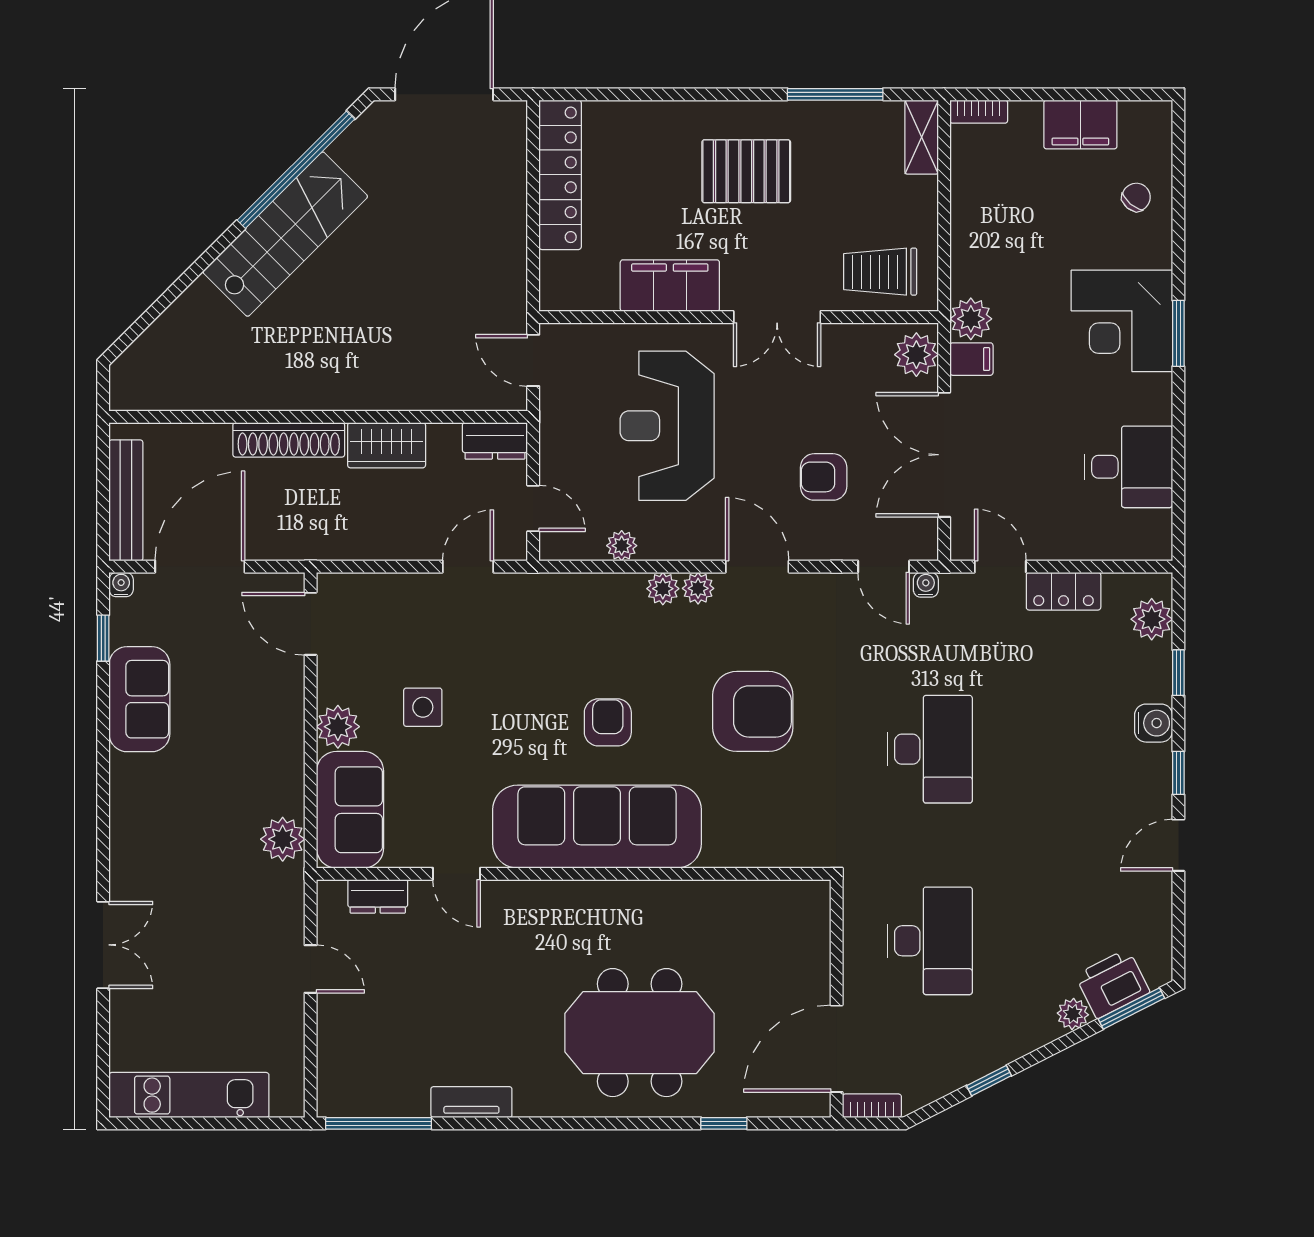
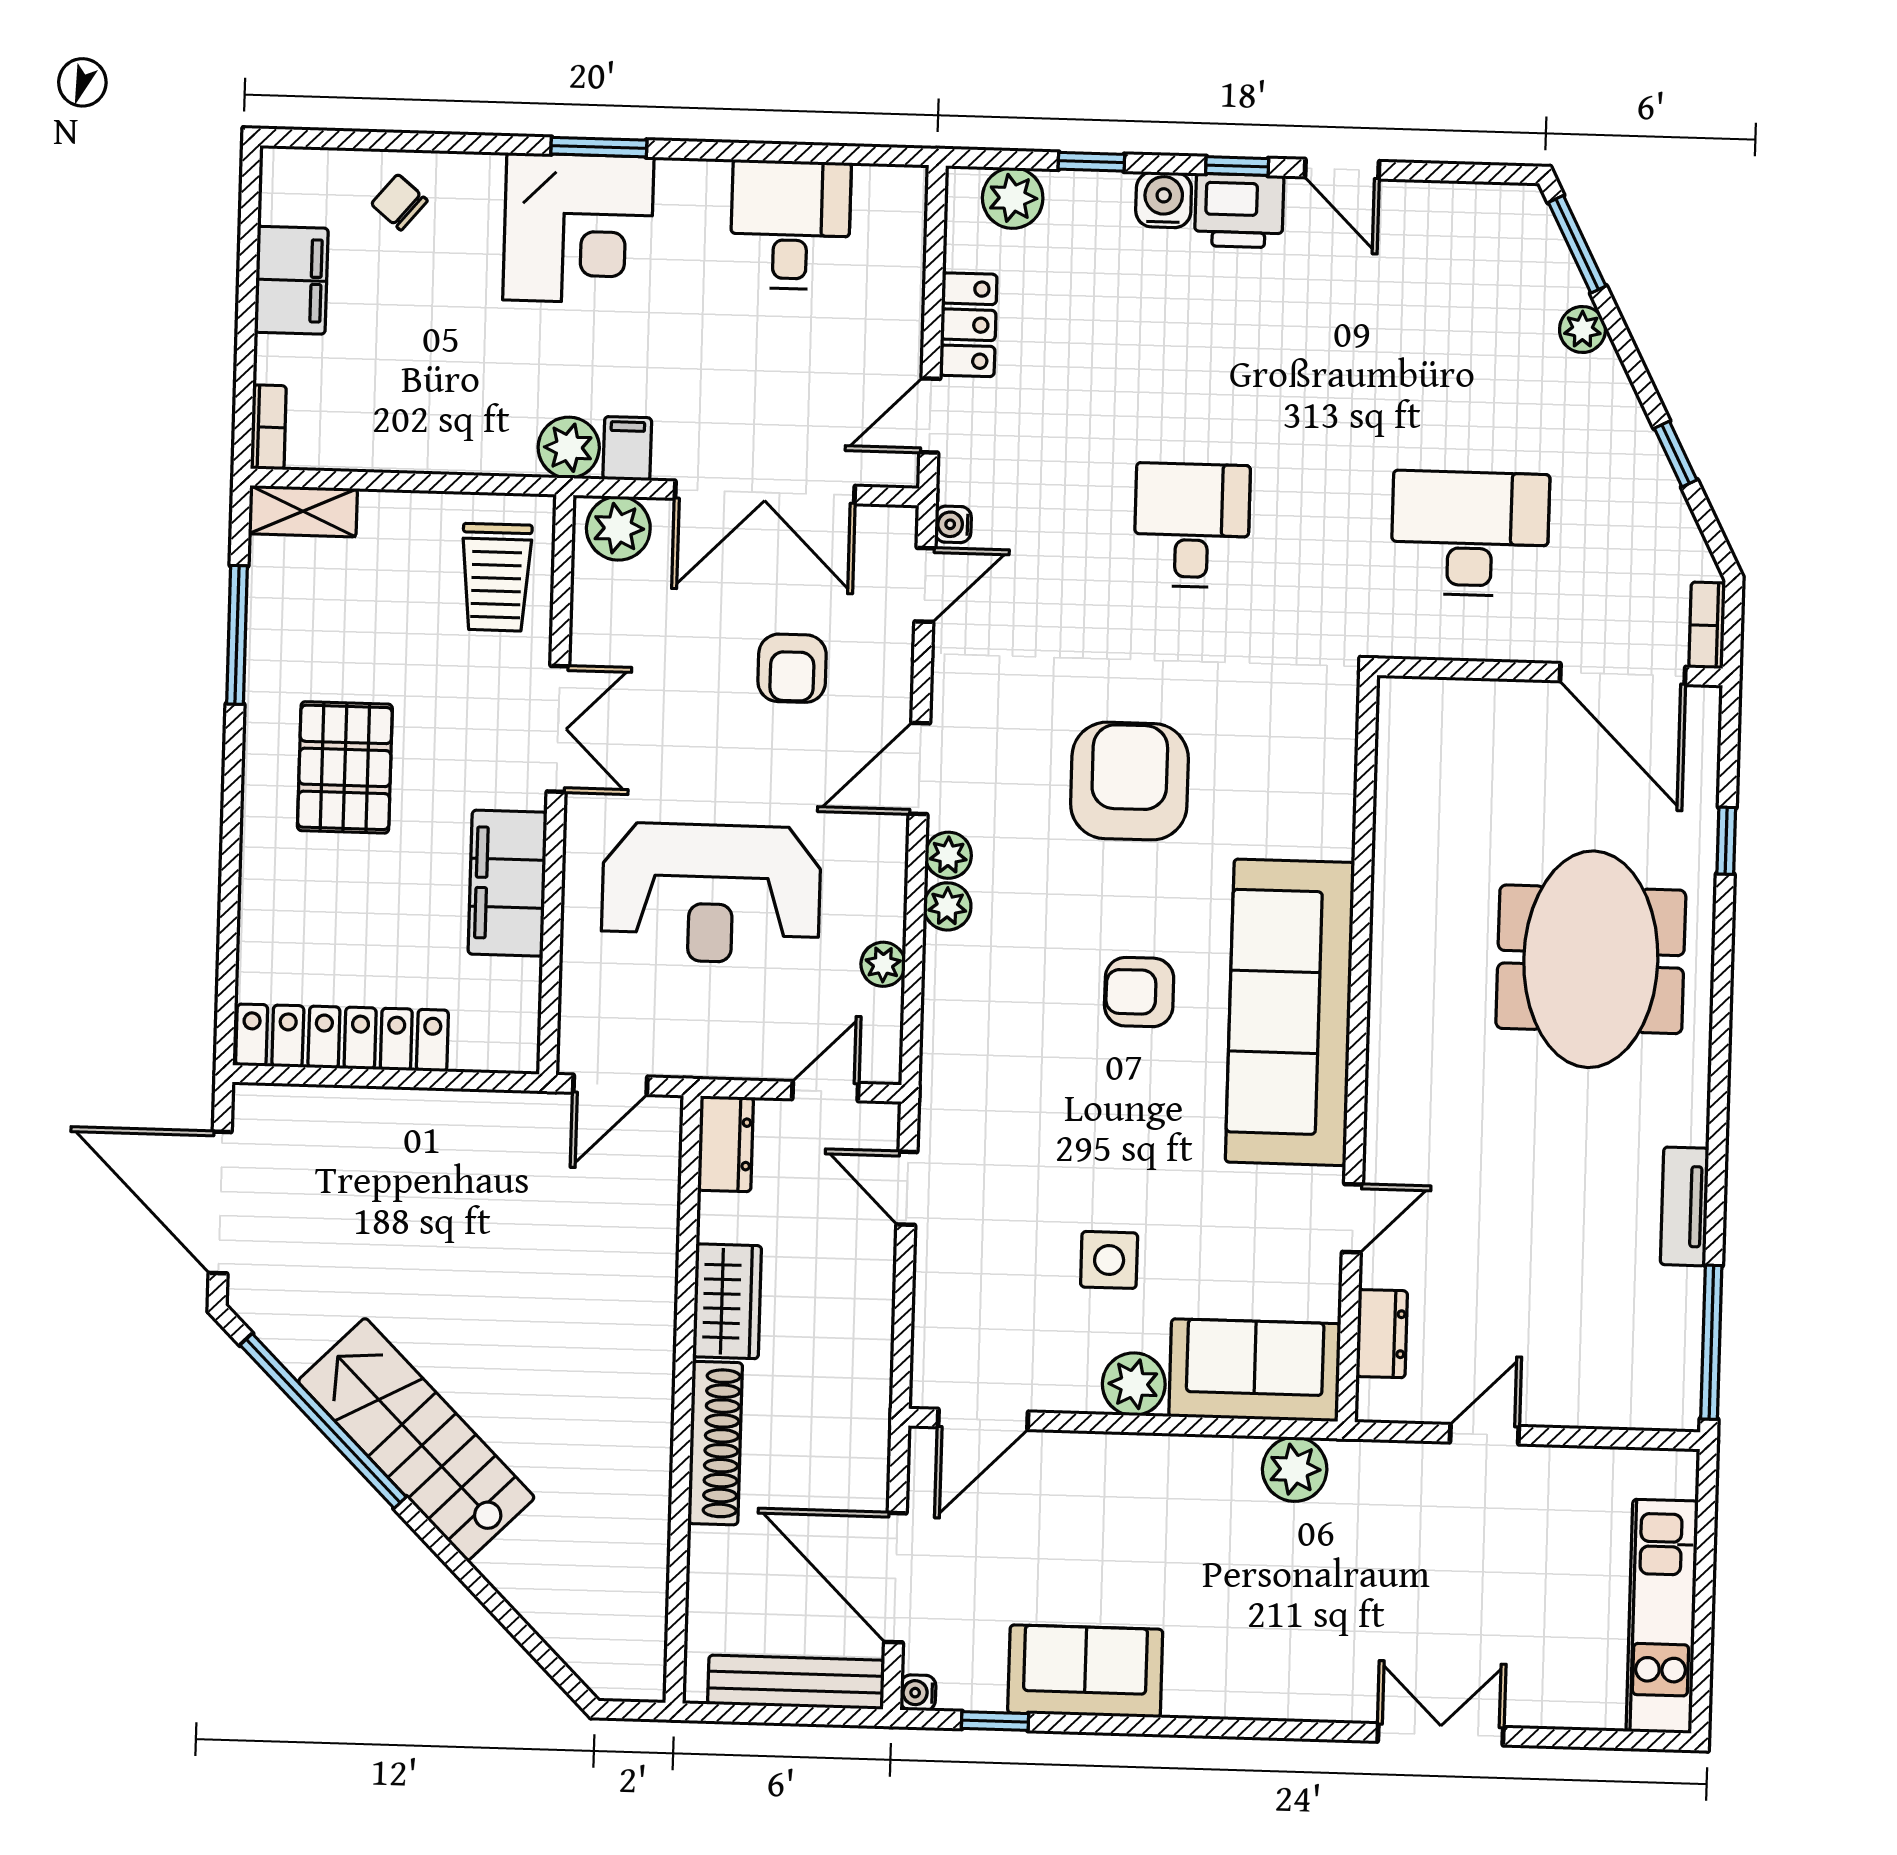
desk: (930, 749) -> (1192, 525), width x0.73
printer: (1112, 984) -> (1239, 211), moved, turned -63

